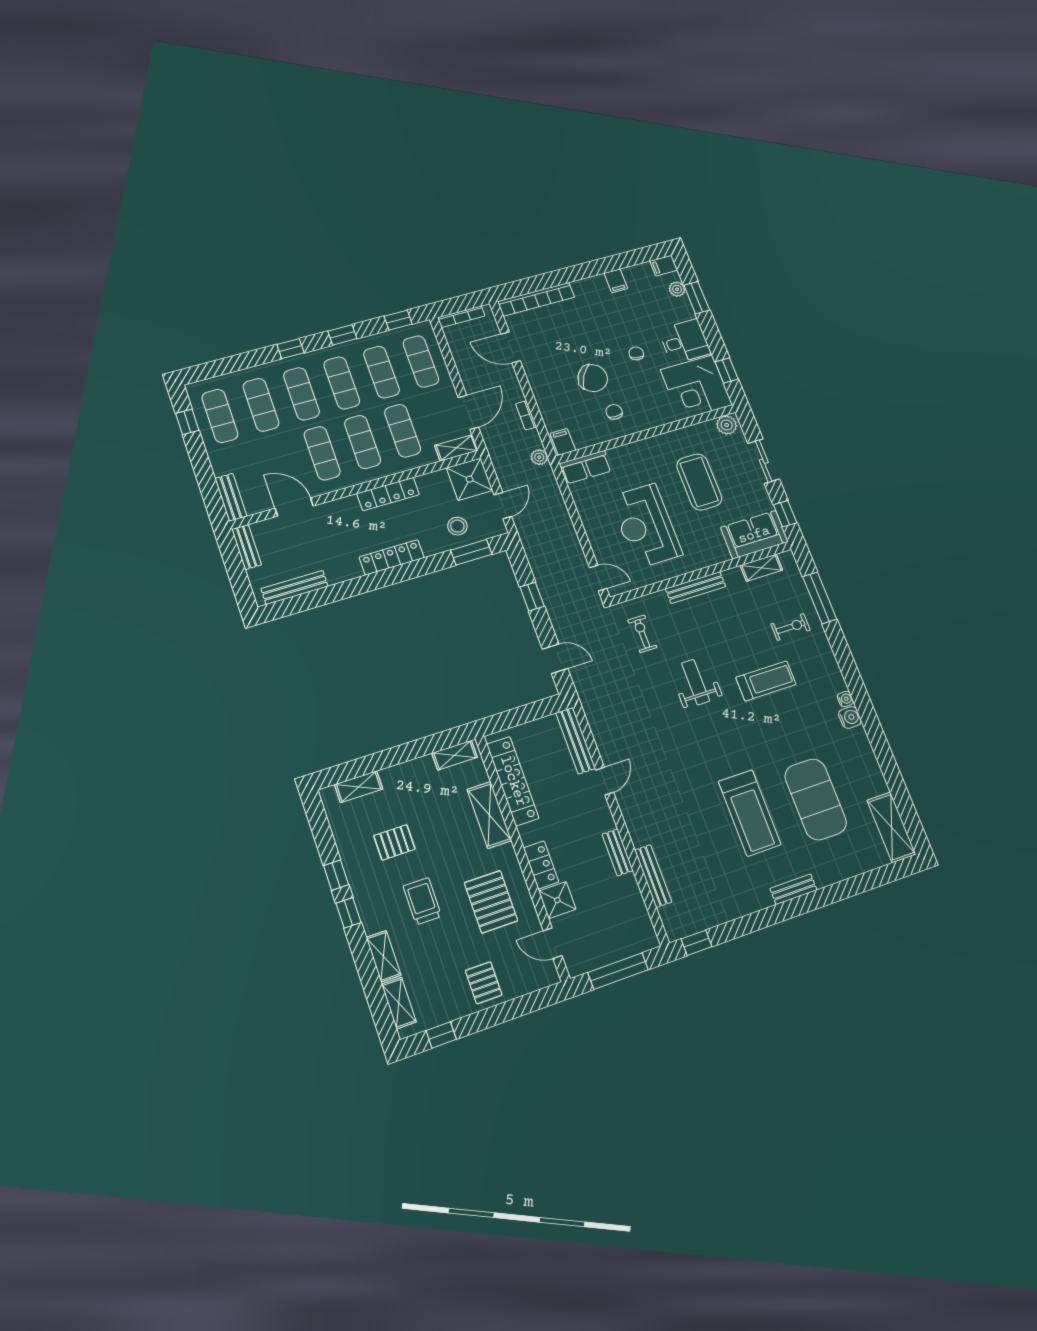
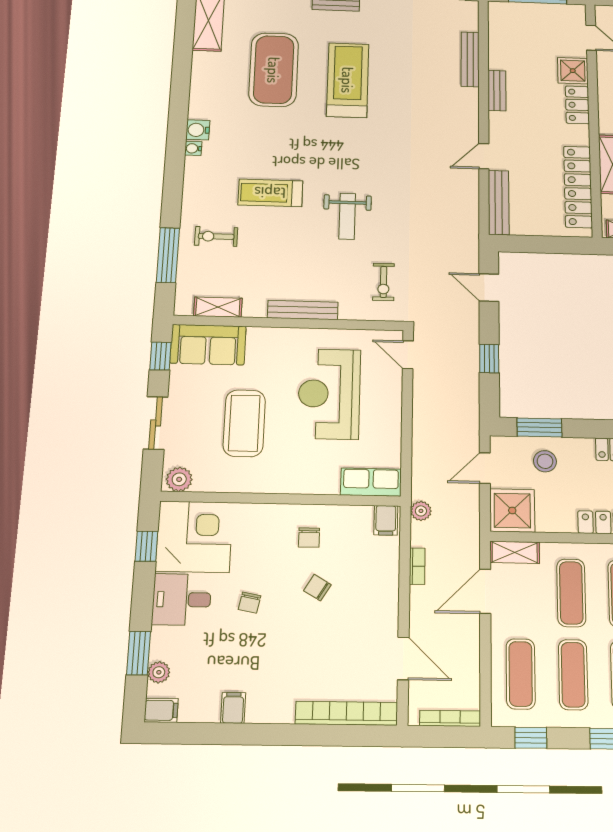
chair: (593, 378) -> (317, 588), width x0.54, depth x0.54
reception desk: (646, 526) -> (329, 394), turned 180

